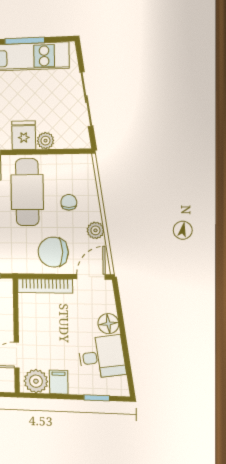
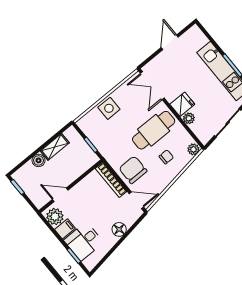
plant: (95, 230) -> (193, 149), moved
desk: (102, 357) -> (84, 241), moved, turned 98

